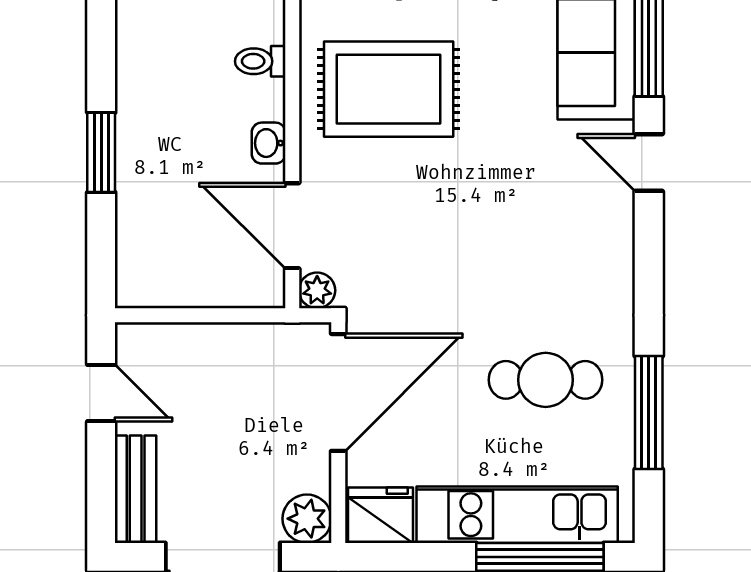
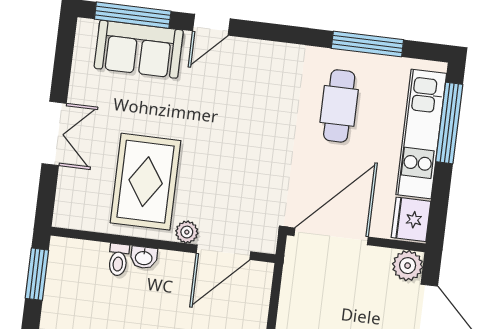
washbasin: (269, 143) -> (144, 258), moved
plant: (317, 290) -> (187, 232), moved
door: (338, 392) -> (331, 236), hinge flipped

